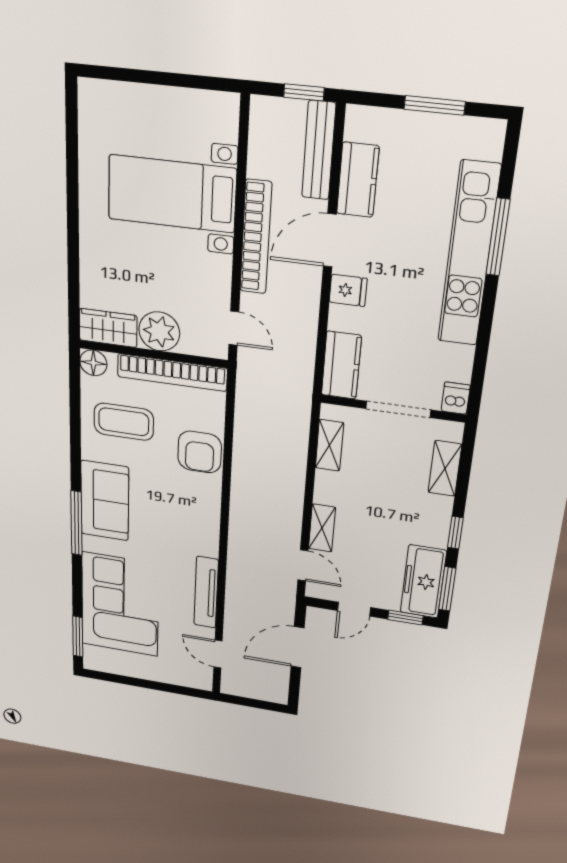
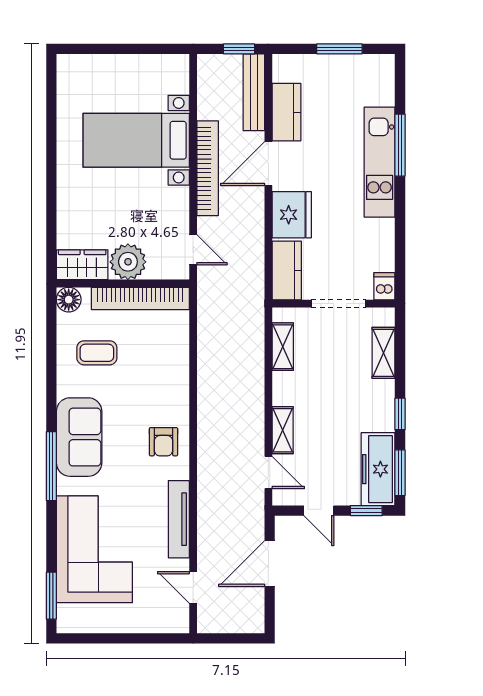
kitchen unit: (469, 255) -> (380, 162), width x0.73
fridge: (348, 290) -> (292, 215), width x1.88, depth x1.34
coffee table: (124, 422) -> (97, 353), width x0.73, depth x0.77
armchair: (200, 452) -> (163, 442), moved, width x0.72, depth x0.72
door: (354, 609) -> (319, 511), hinge flipped

